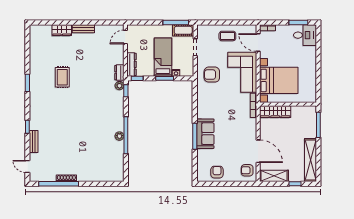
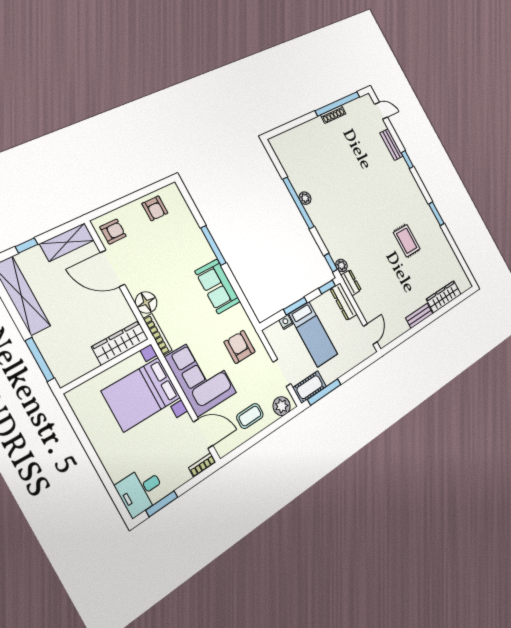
wardrobe: (62, 30) -> (444, 297), width x1.50
plant: (206, 30) -> (282, 406), added
armchair: (212, 75) -> (240, 347), turned -90
floor lamp: (250, 125) -> (146, 302), added
sofa: (205, 134) -> (218, 286), moved

